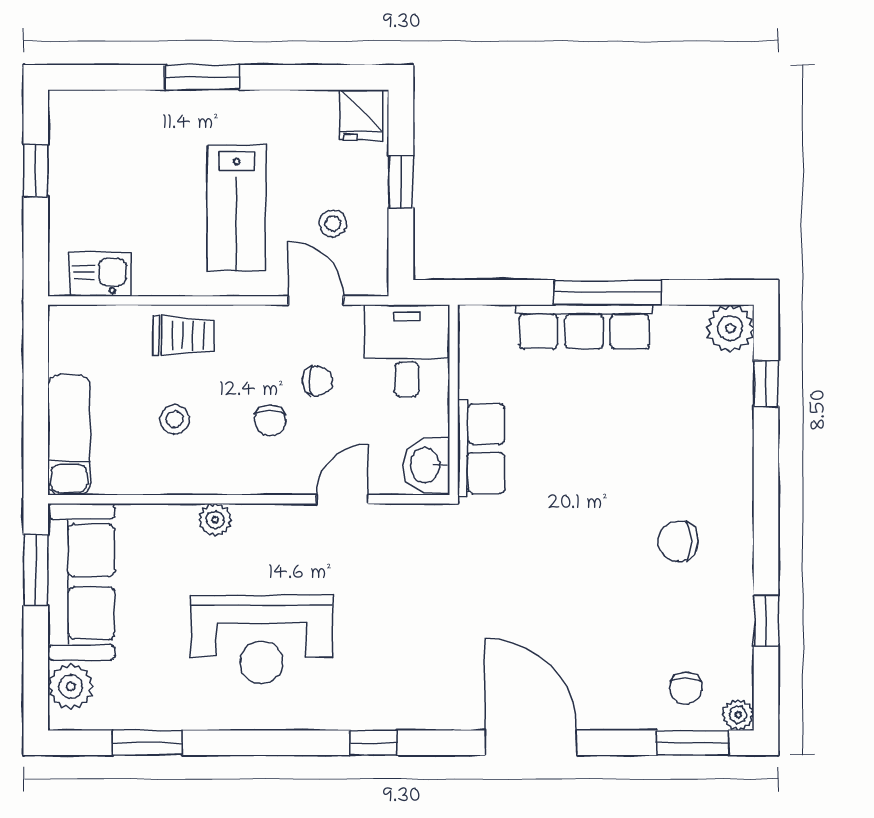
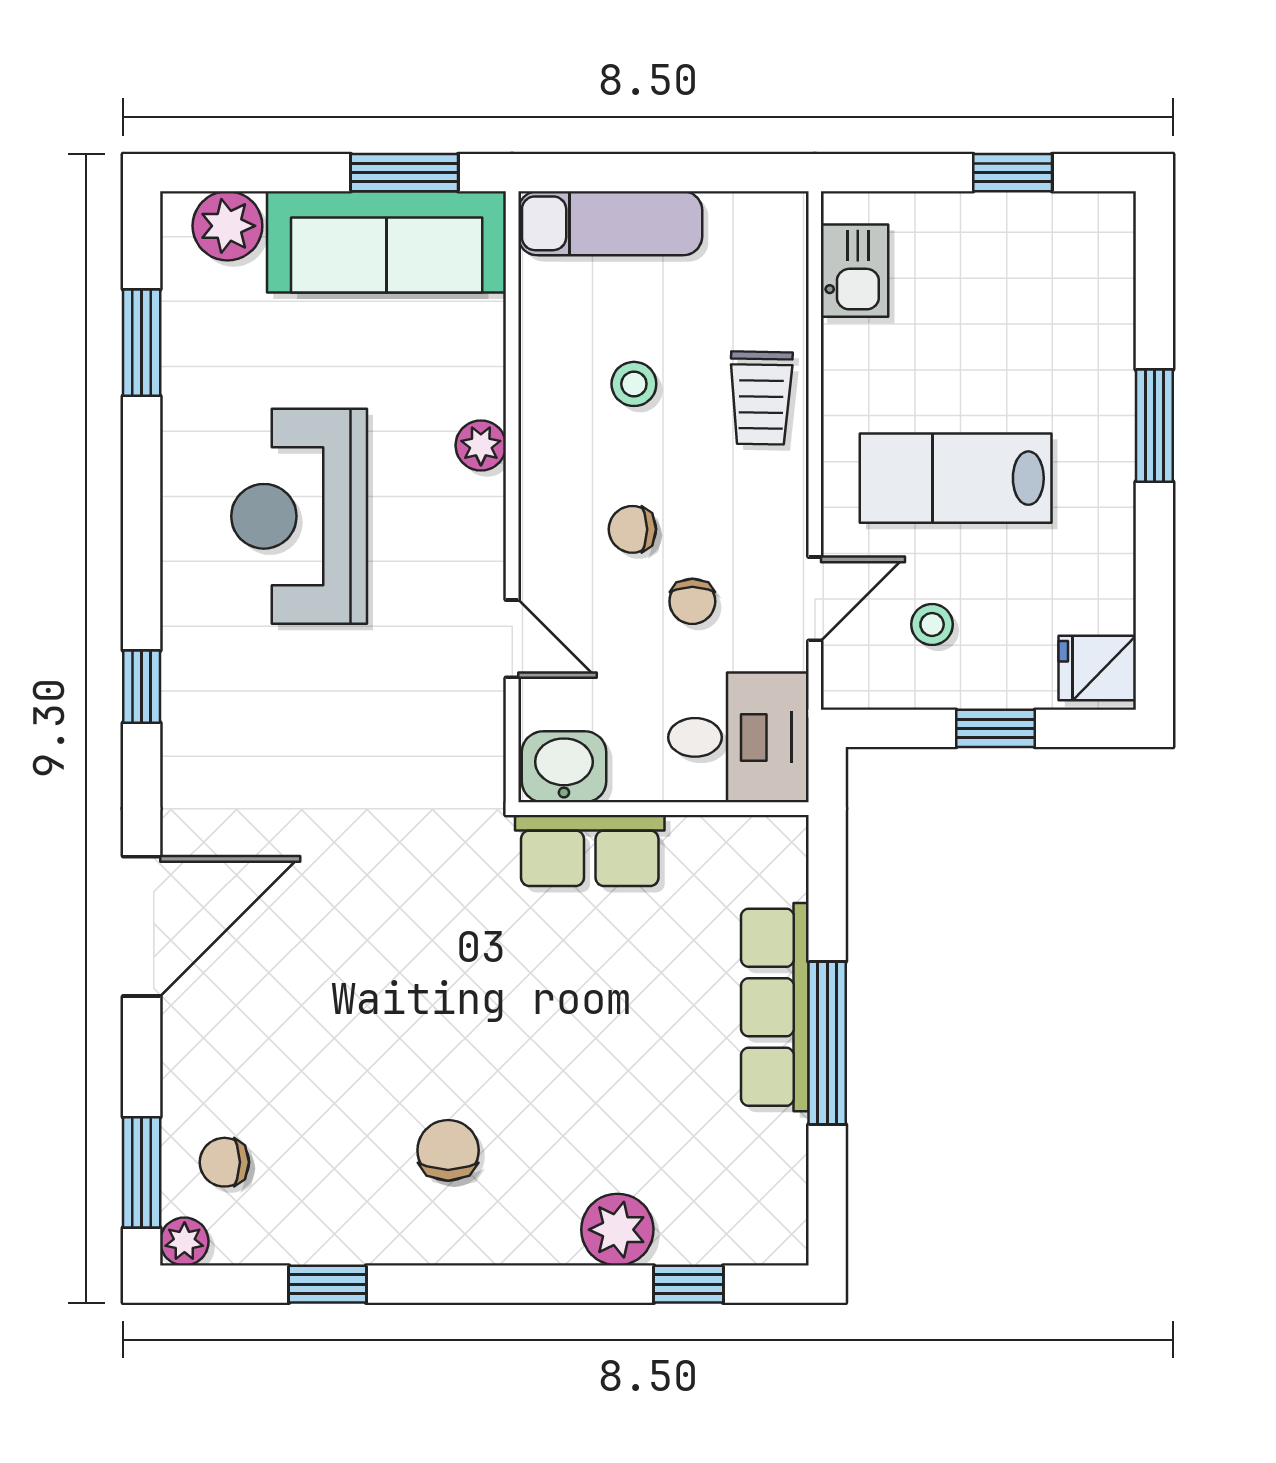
plant: (730, 328) -> (617, 1230), moved

